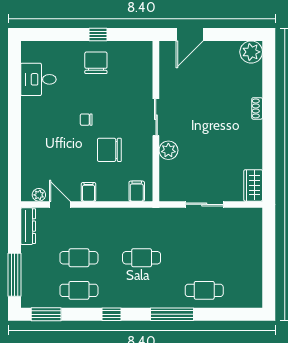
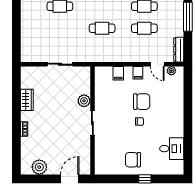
window: (98, 34) -> (145, 179), moved
plant: (251, 52) -> (39, 167), moved
chair: (96, 63) -> (133, 160), turned 90
chair: (109, 150) -> (142, 102), moved
wardrobe: (253, 185) -> (27, 100), moved
filing cabinet: (137, 191) -> (118, 73), moved

